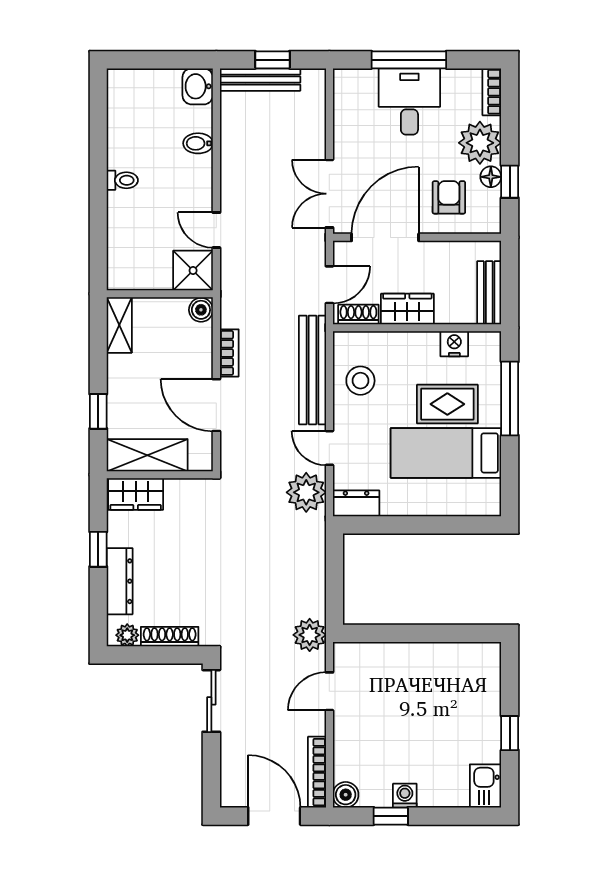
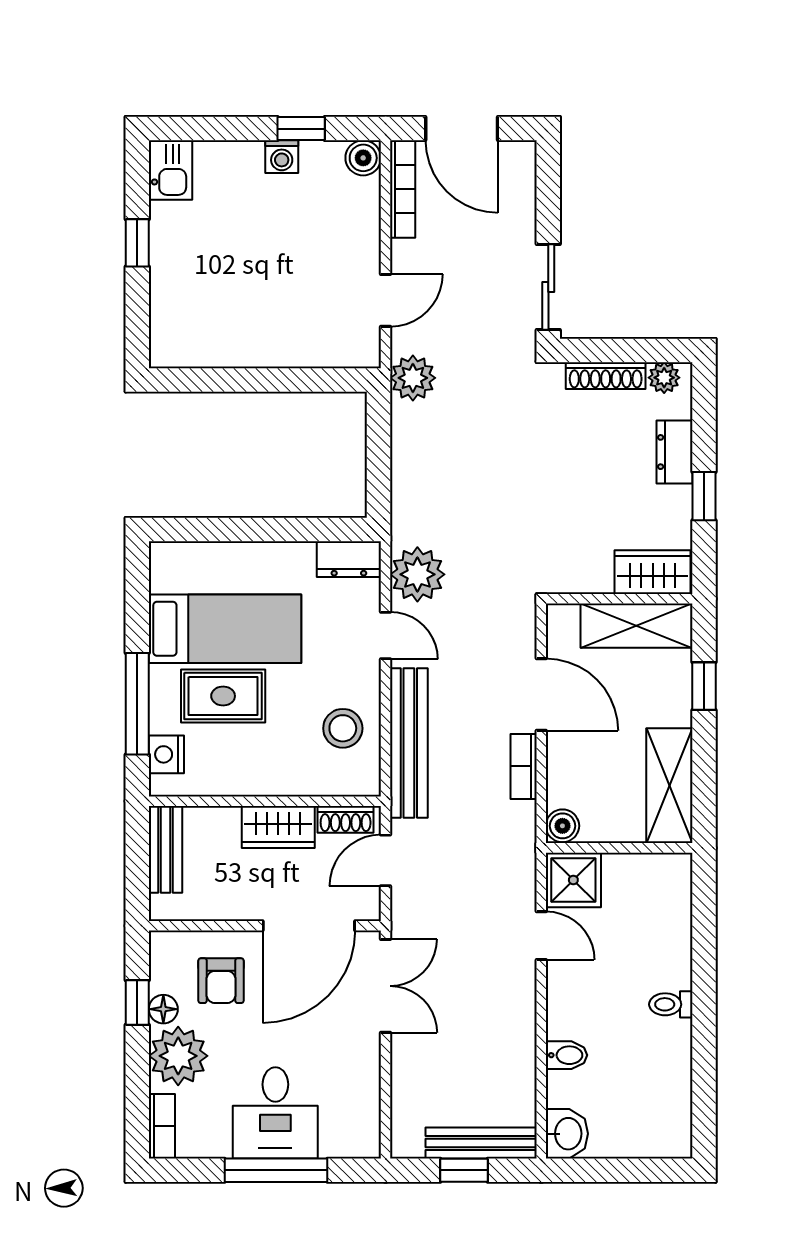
shelving: (119, 325) -> (669, 786), width x1.50, depth x1.33
nightstand: (454, 344) -> (166, 754), moved, turned 90
dresser: (120, 581) -> (674, 452), width x0.70

